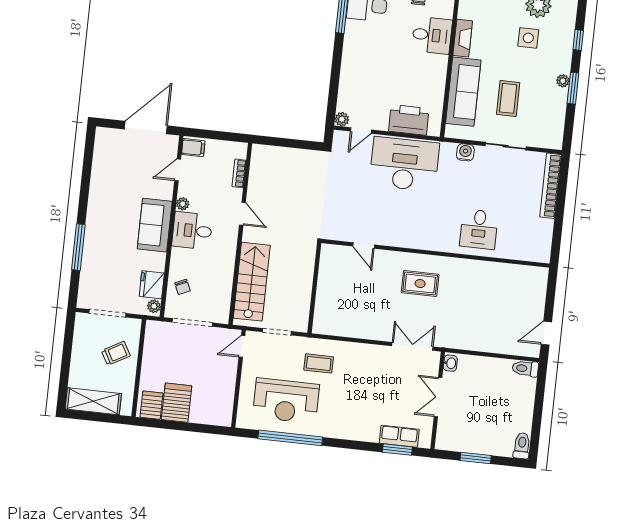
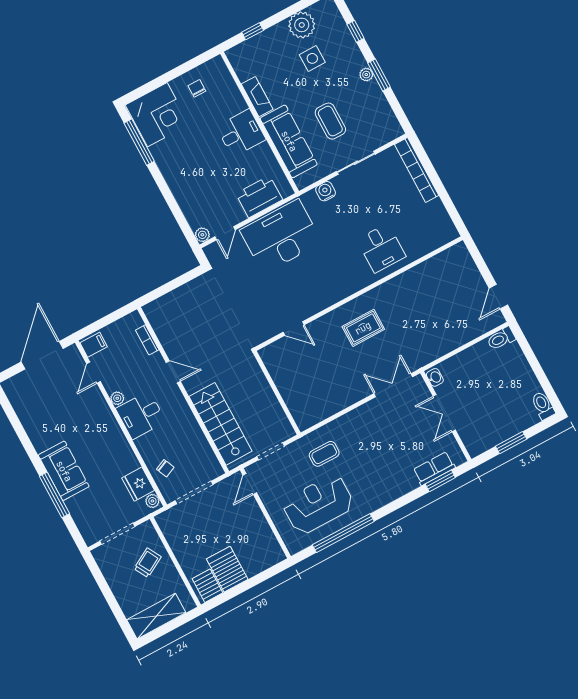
desk: (432, 35) -> (241, 133), moved
sofa: (155, 225) -> (64, 471), moved, turned 180
reception desk: (286, 401) -> (318, 504), turned 180

